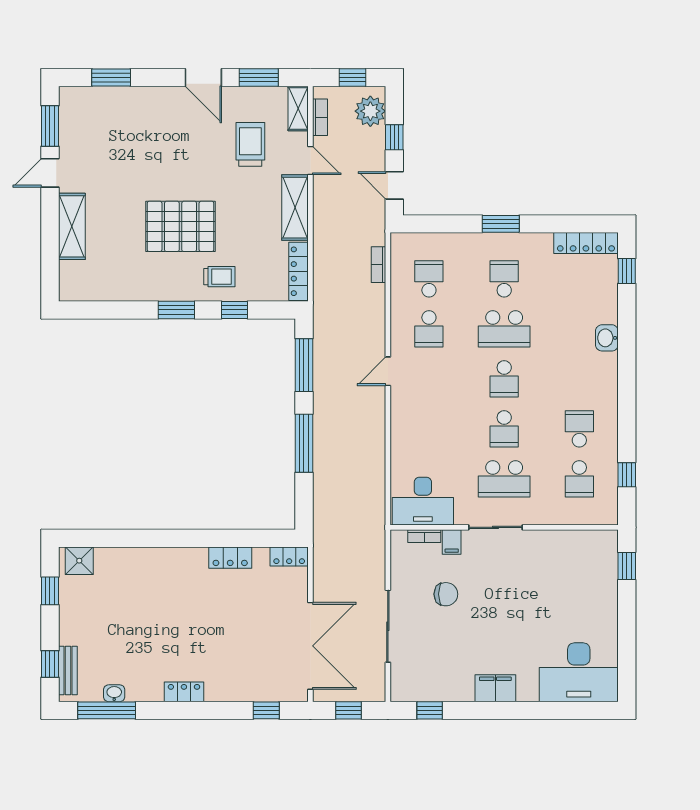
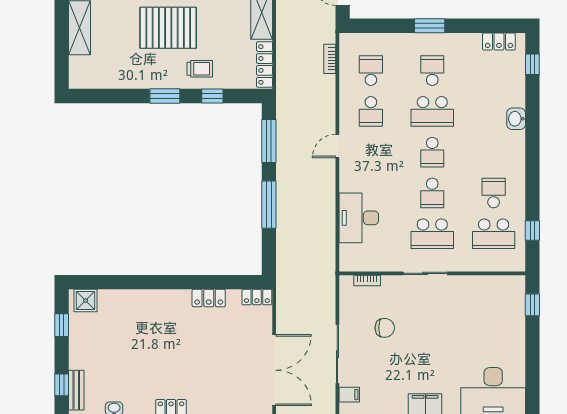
locker: (586, 243) -> (499, 41), width x0.66
school desk: (579, 479) -> (494, 234), width x1.85
desk: (423, 501) -> (359, 218), moved, turned 90
filing cabinet: (452, 542) -> (349, 395), moved, turned -90

